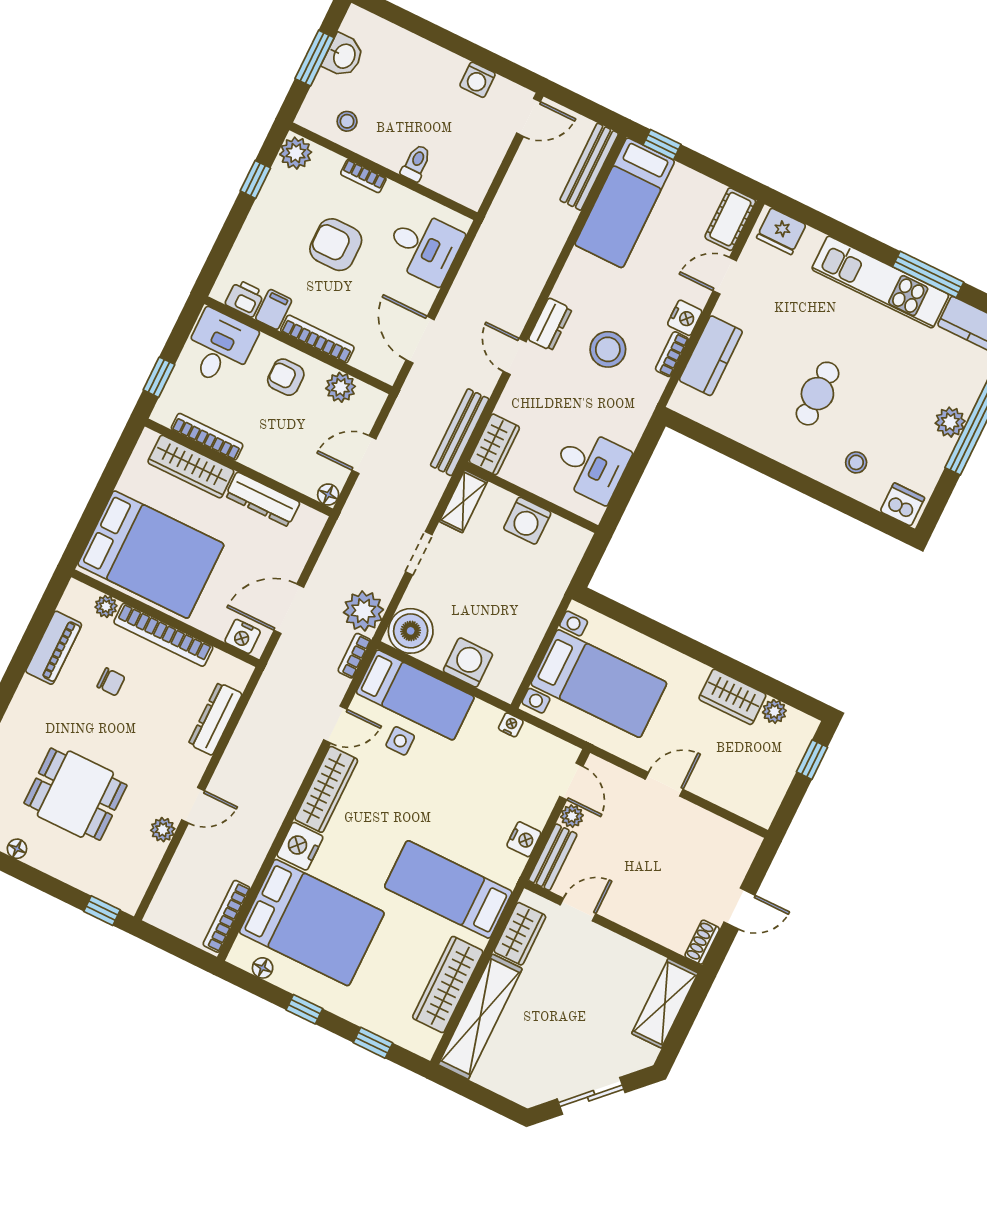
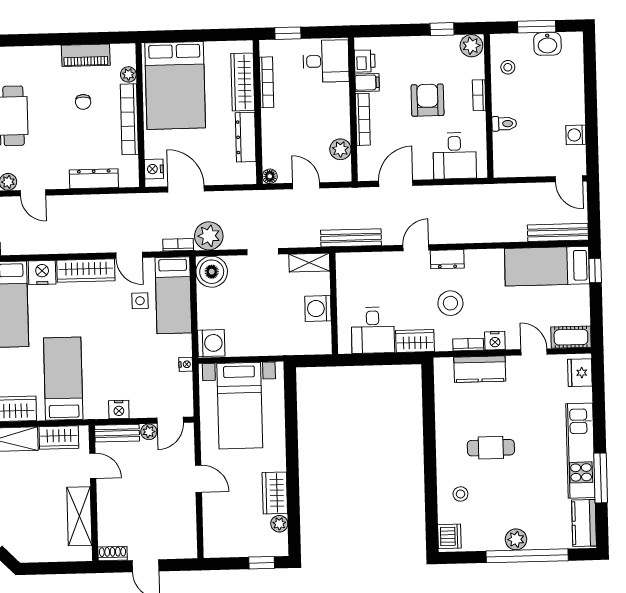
armchair: (286, 377) -> (329, 112), removed
wardrobe: (494, 444) -> (415, 341), moved, turned 180
washing machine: (468, 663) -> (211, 343), moved
shelving: (665, 1003) -> (79, 516), moved, turned 90

